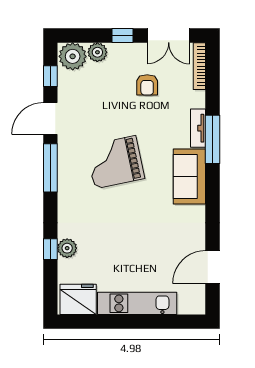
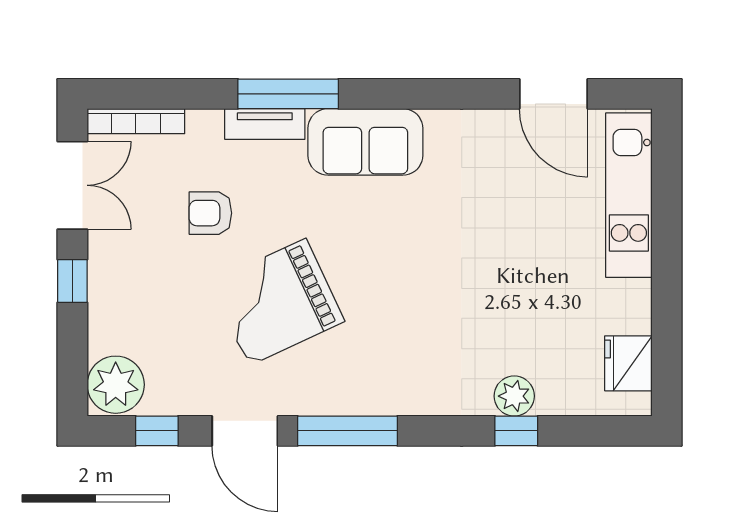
plant: (97, 52) -> (107, 333), removed
armchair: (147, 85) -> (210, 213), moved, turned 180
grand piano: (115, 162) -> (277, 302), moved, turned 77
fridge: (78, 299) -> (628, 363), width x0.73, depth x0.75
kitchen unit: (137, 303) -> (629, 195), moved

